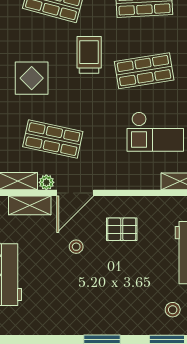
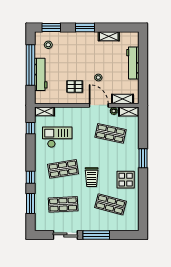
display table: (32, 78) -> (126, 180), moved
door: (75, 193) -> (99, 105), hinge flipped
shelving: (56, 326) -> (109, 36), added

